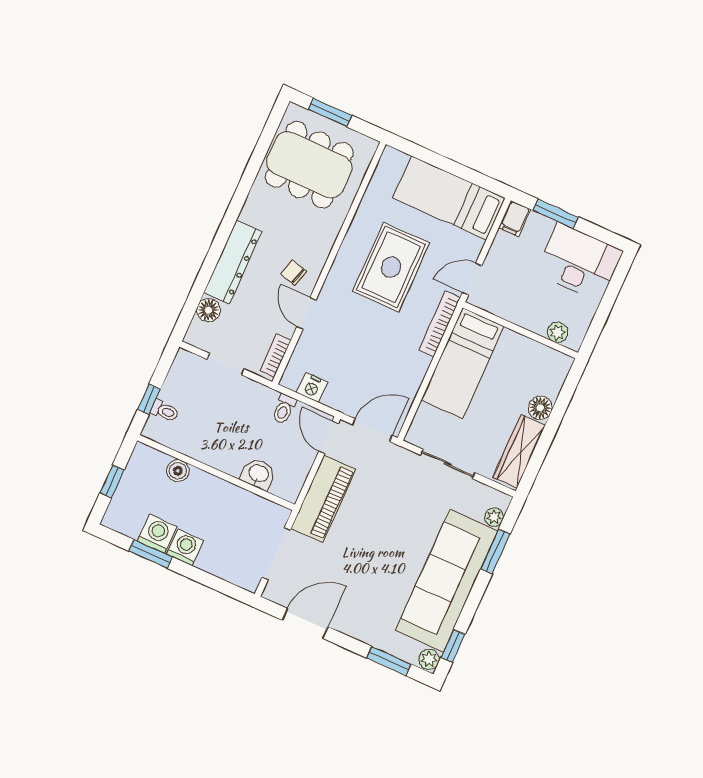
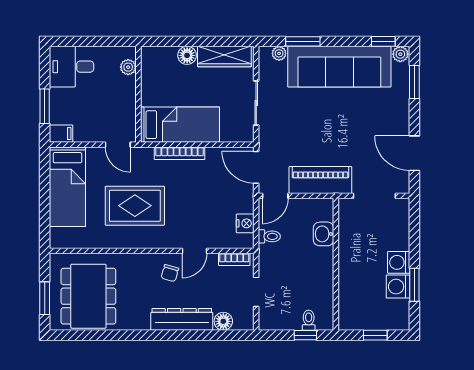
desk: (579, 262) -> (72, 67), width x0.73
bookcase: (440, 324) -> (180, 153), moved
boiler: (178, 471) -> (347, 292), removed

